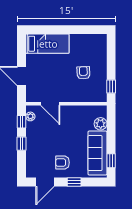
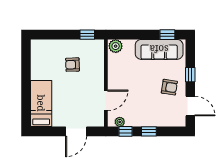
plant: (101, 124) -> (116, 46), moved
armchair: (62, 163) -> (169, 87), turned -81

